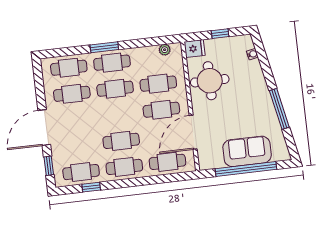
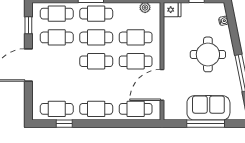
round table: (210, 81) -> (208, 54), moved
cafe table: (121, 141) -> (96, 61), moved
window: (49, 166) -> (28, 25), moved
window: (246, 169) -> (206, 124), width x0.68

